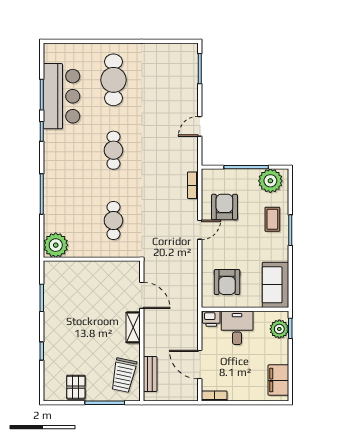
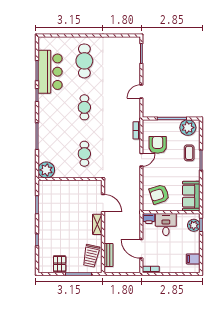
armchair: (227, 282) -> (159, 194), turned 72
filing cabinet: (278, 380) -> (193, 259), width x0.50

